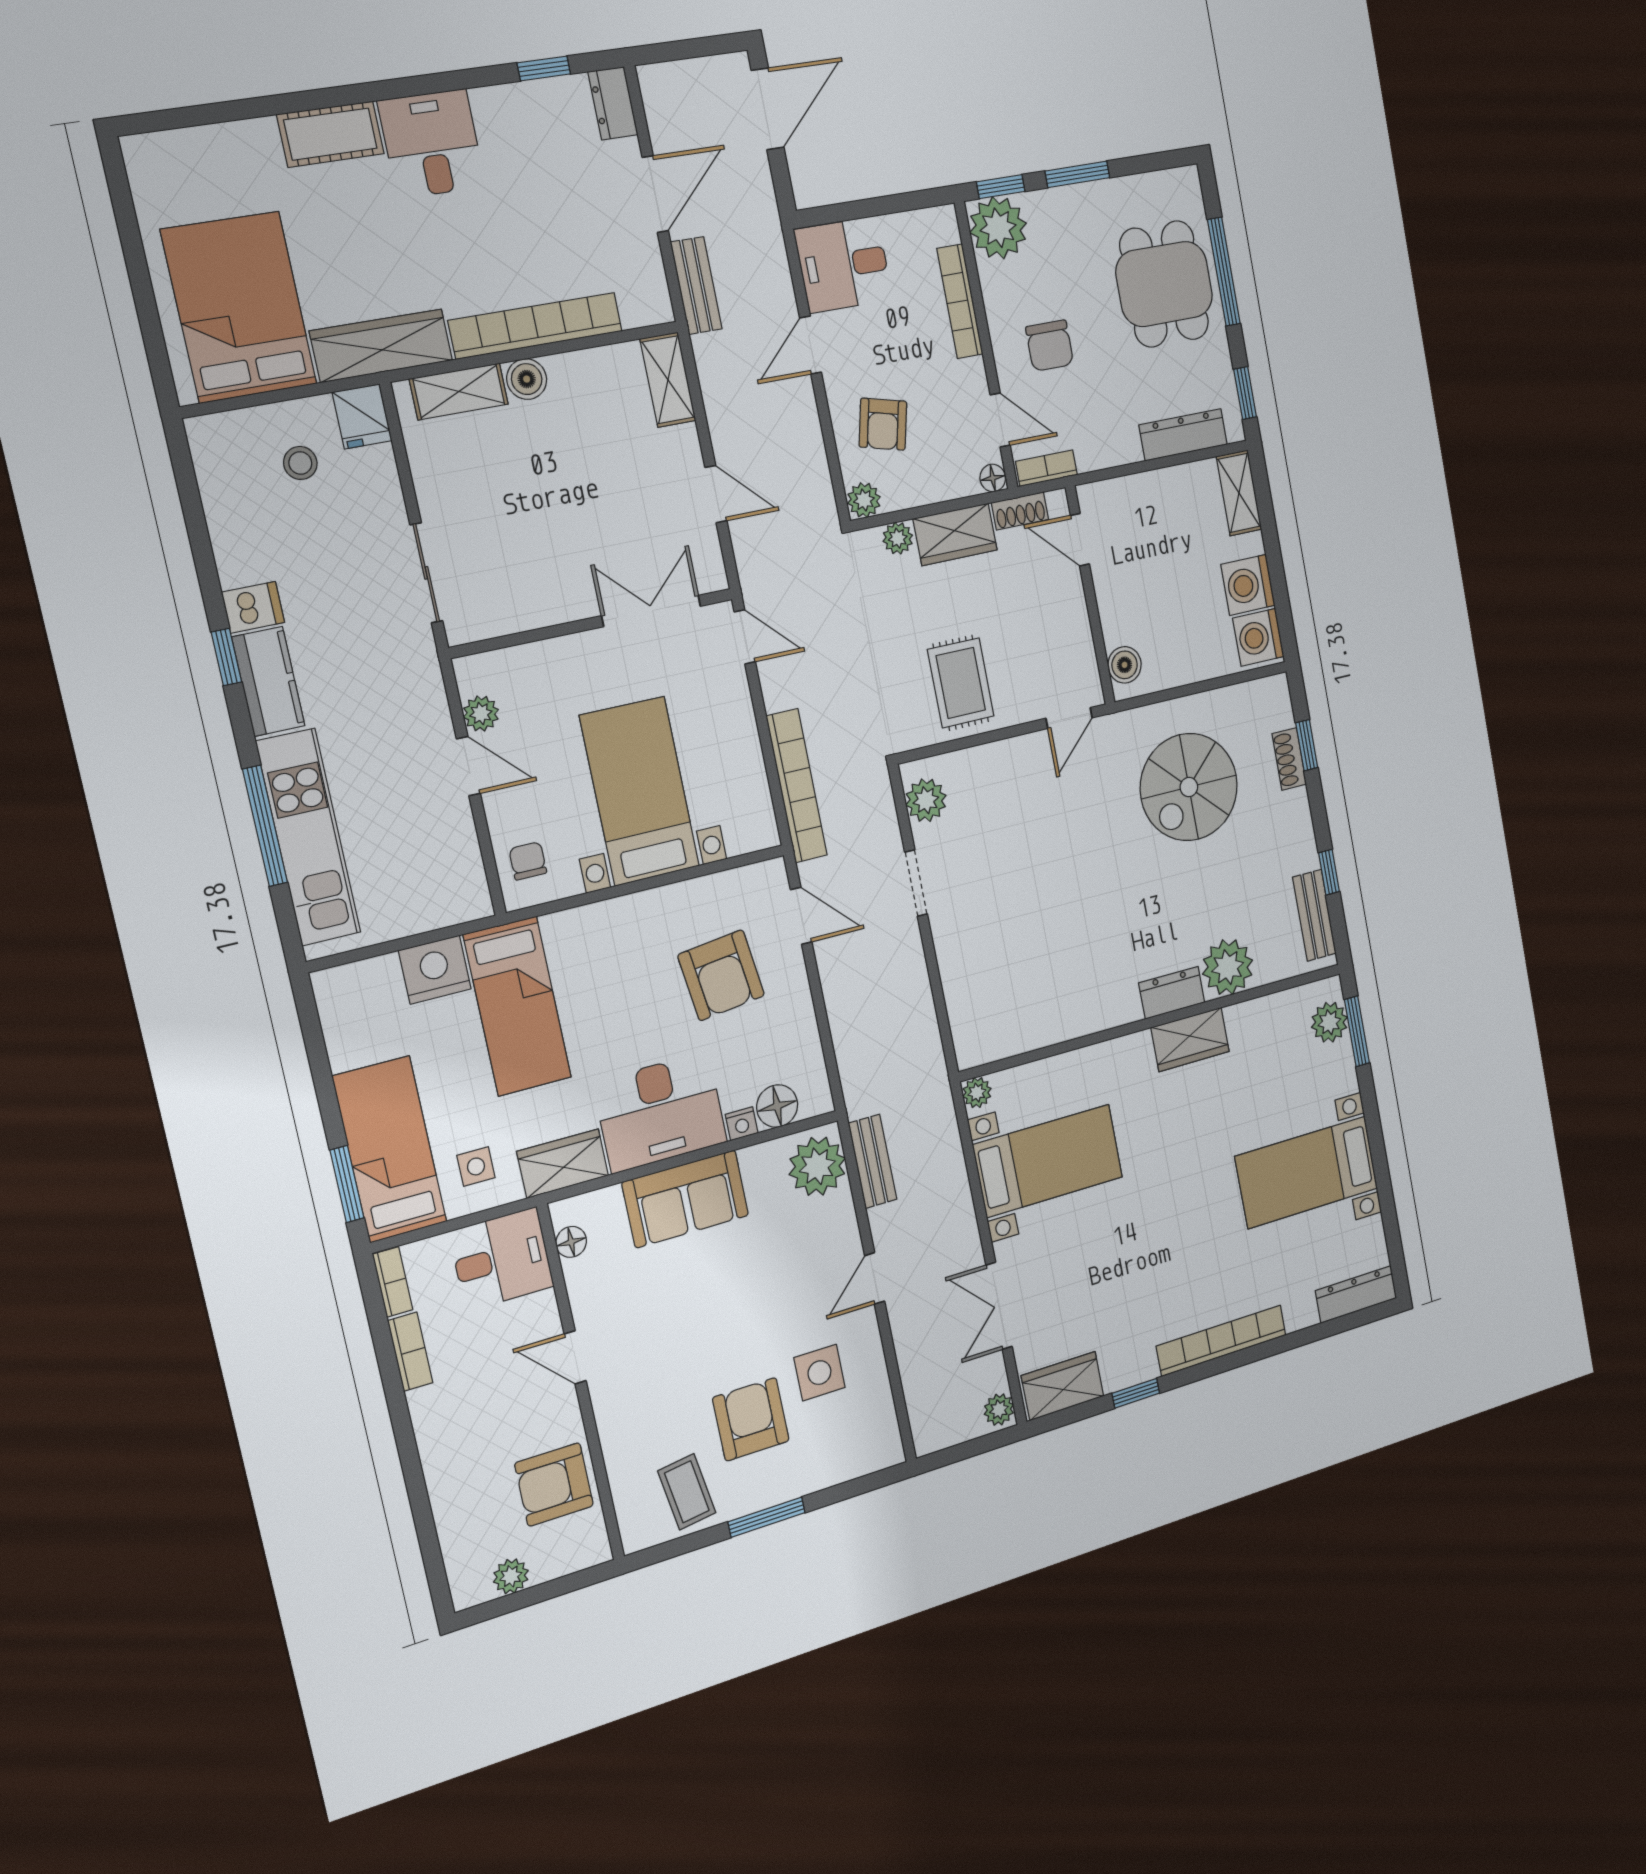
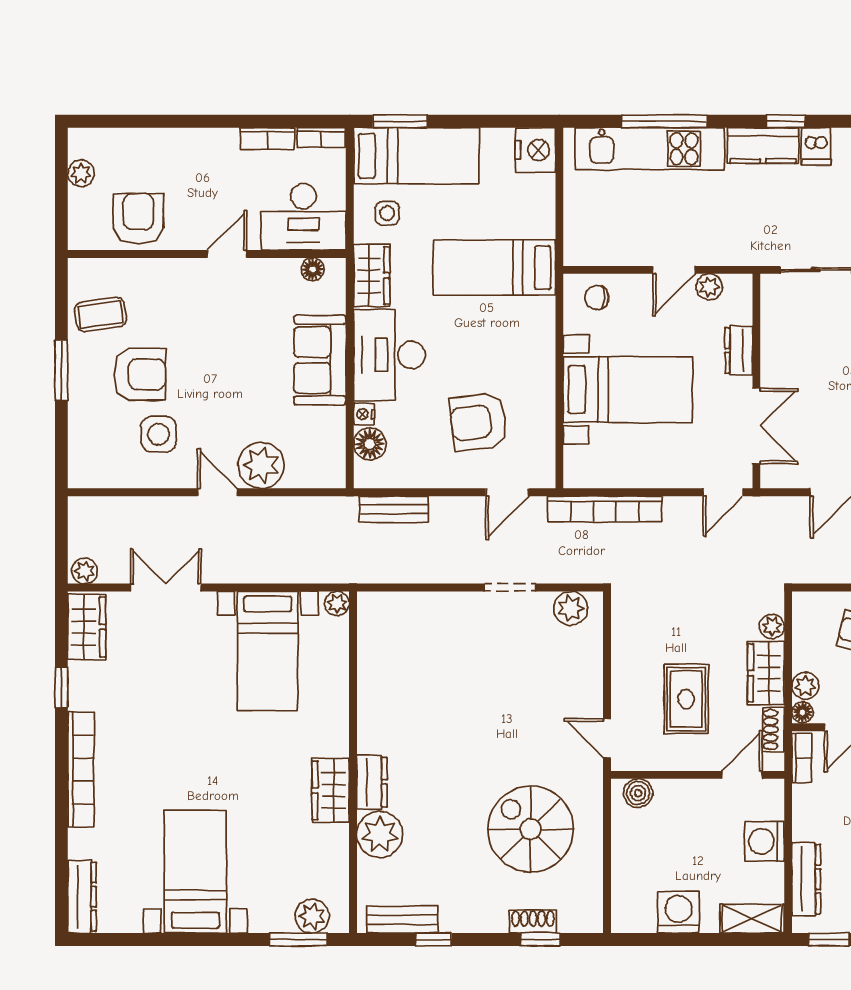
plant: (864, 500) -> (805, 686), moved
washing machine: (1258, 637) -> (764, 841), moved, turned -90
dresser: (557, 655) -> (739, 350), added
rug: (961, 683) -> (686, 699), moved, turned 90
chair: (528, 861) -> (597, 298), turned 180
nightstand: (435, 970) -> (535, 150), moved
bench: (872, 1161) -> (394, 509), moved
plant: (817, 1166) -> (261, 465), moved
desk: (501, 1259) -> (303, 217), width x1.37

